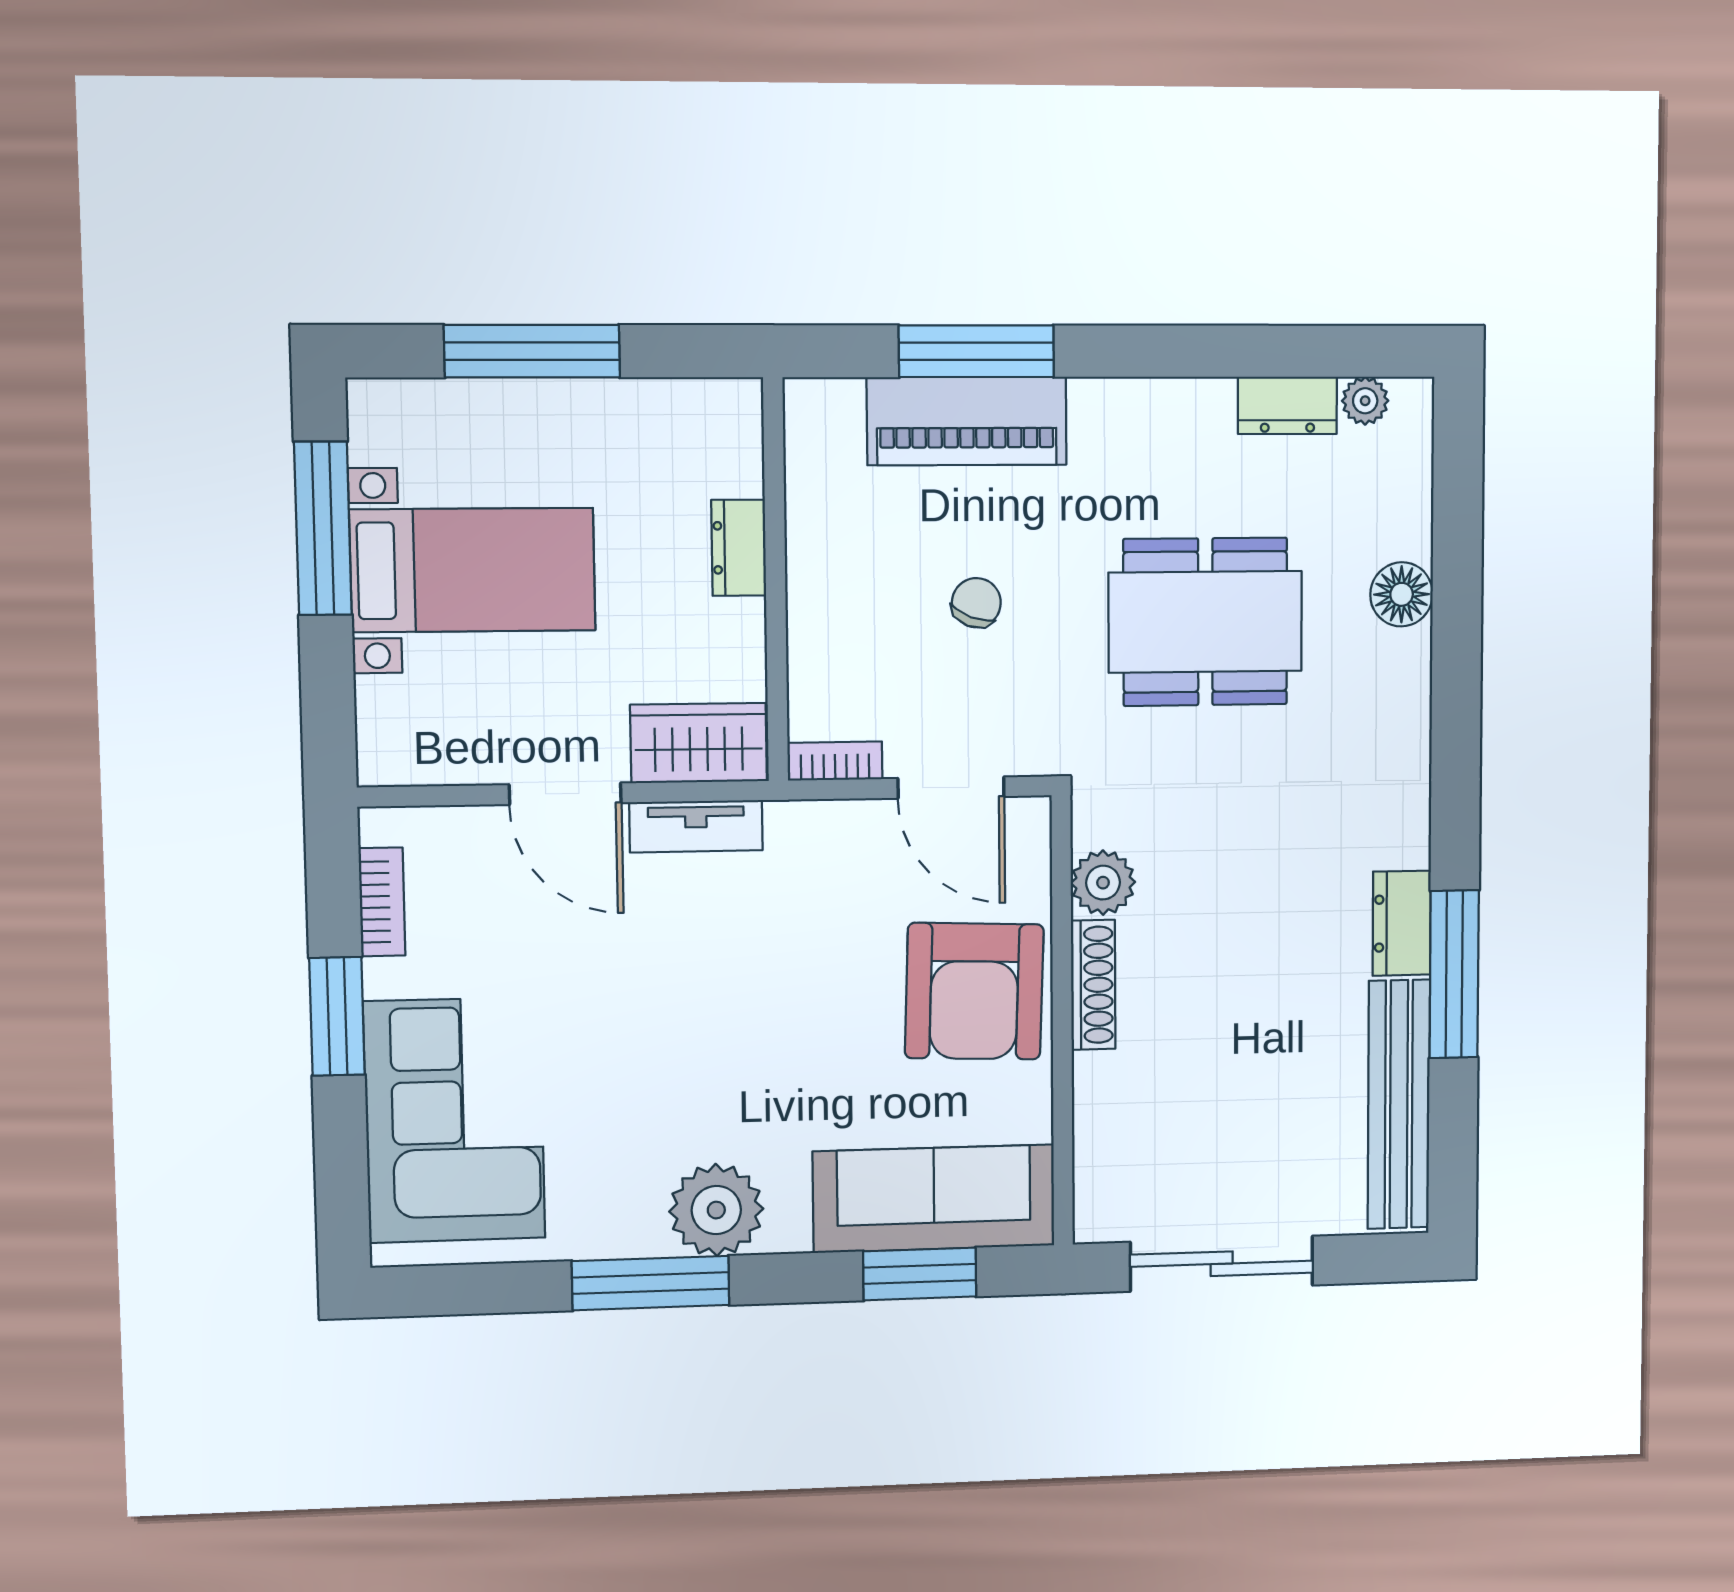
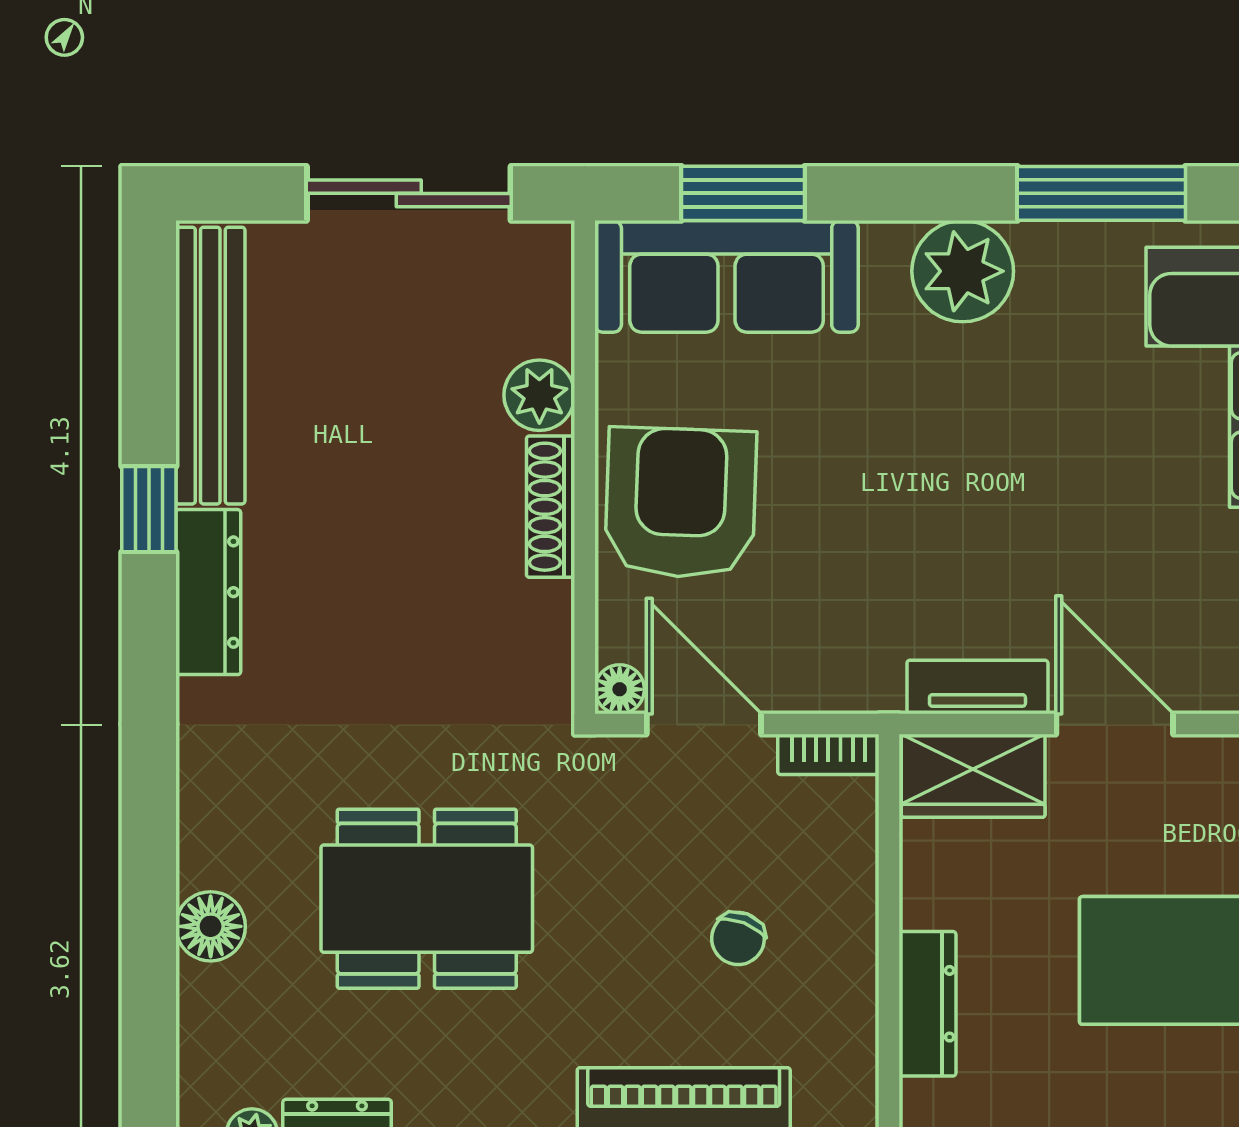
dresser: (739, 548) -> (927, 1004), width x1.44
chair: (976, 603) -> (738, 938), moved
floor lamp: (1029, 818) -> (620, 689), added
plant: (1103, 883) -> (539, 395), moved
dresser: (1402, 923) -> (208, 592), width x1.44
window: (1454, 974) -> (149, 509), width x0.46
window: (651, 1283) -> (1101, 193), moved

